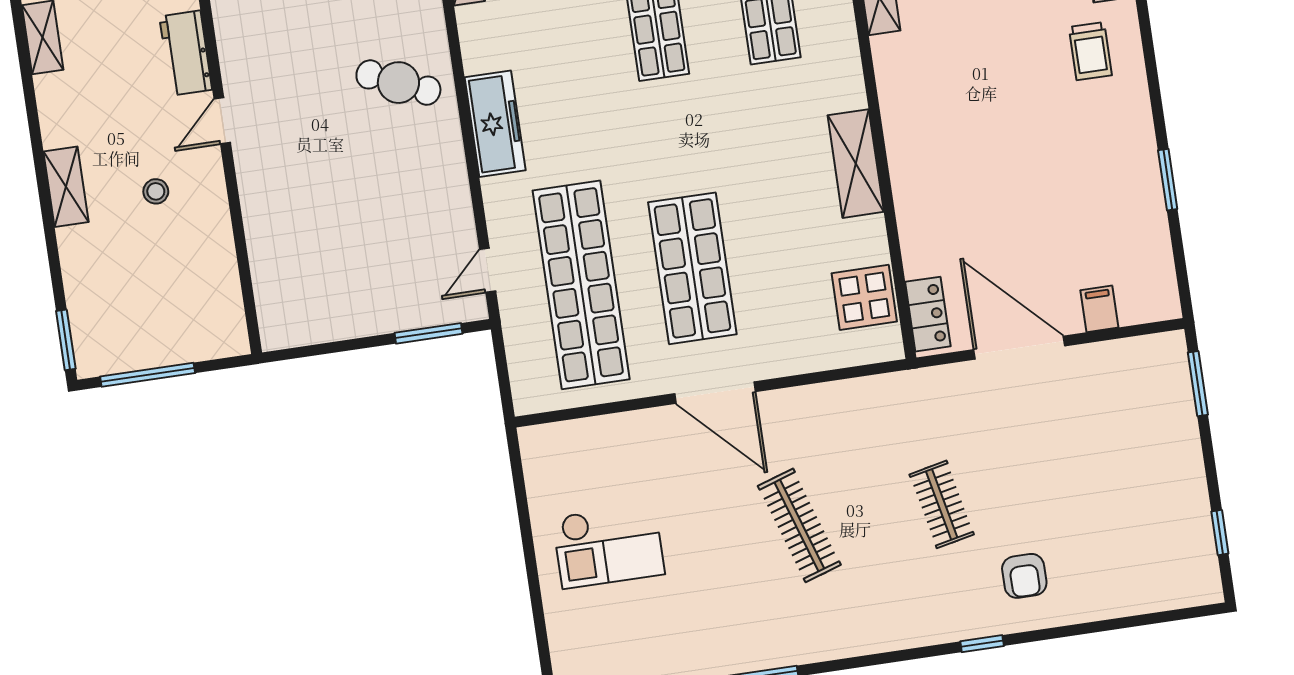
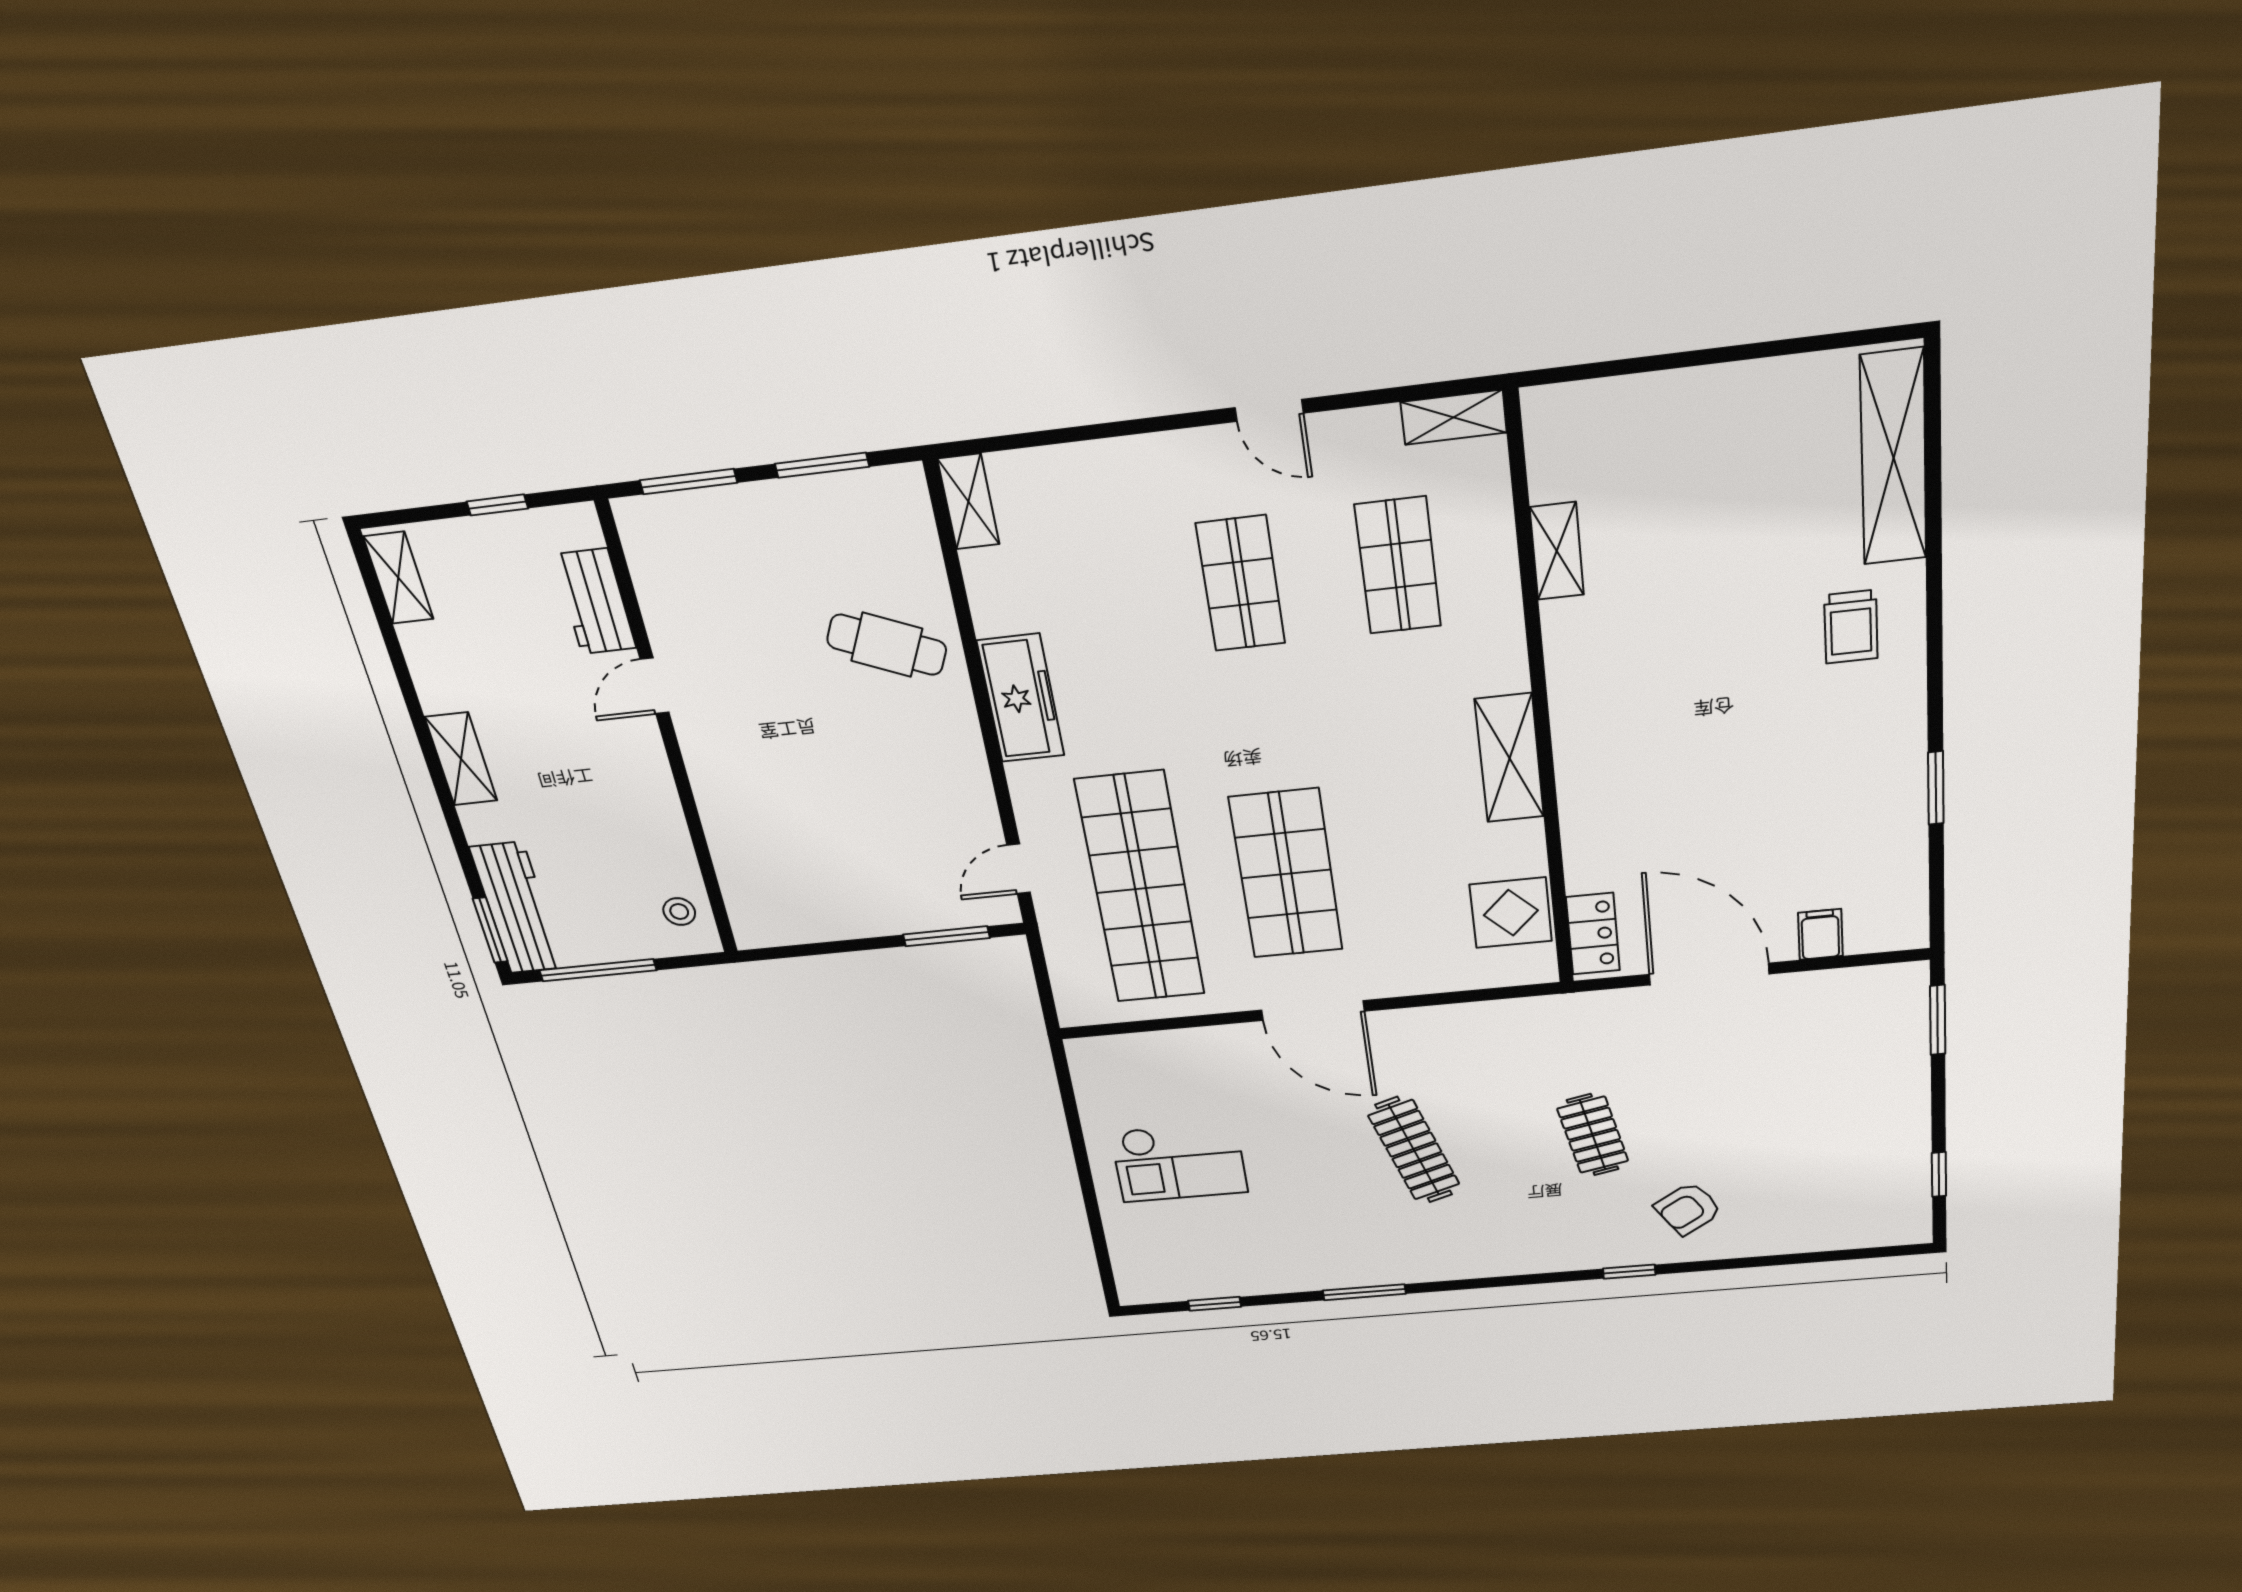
stool: (156, 191) -> (679, 912), moved
workbench: (90, 319) -> (517, 908), added
armchair: (1024, 576) -> (1688, 1209), turned 57

